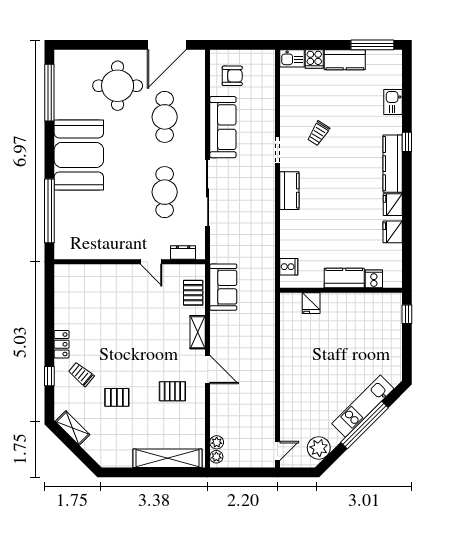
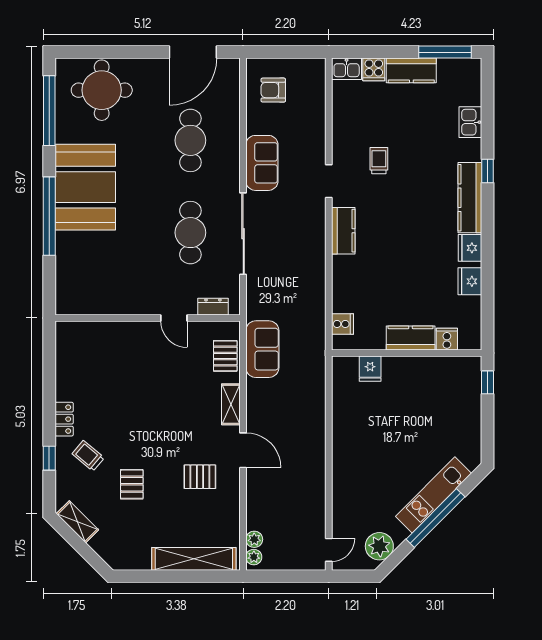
armchair: (232, 76) -> (273, 90), turned 180
round table: (118, 86) -> (102, 90), moved
sofa: (223, 127) -> (262, 163), width x0.73
trolley: (318, 133) -> (379, 161), turned 148
window: (49, 211) -> (49, 216), moved
pallet: (117, 397) -> (132, 484), turned 90

